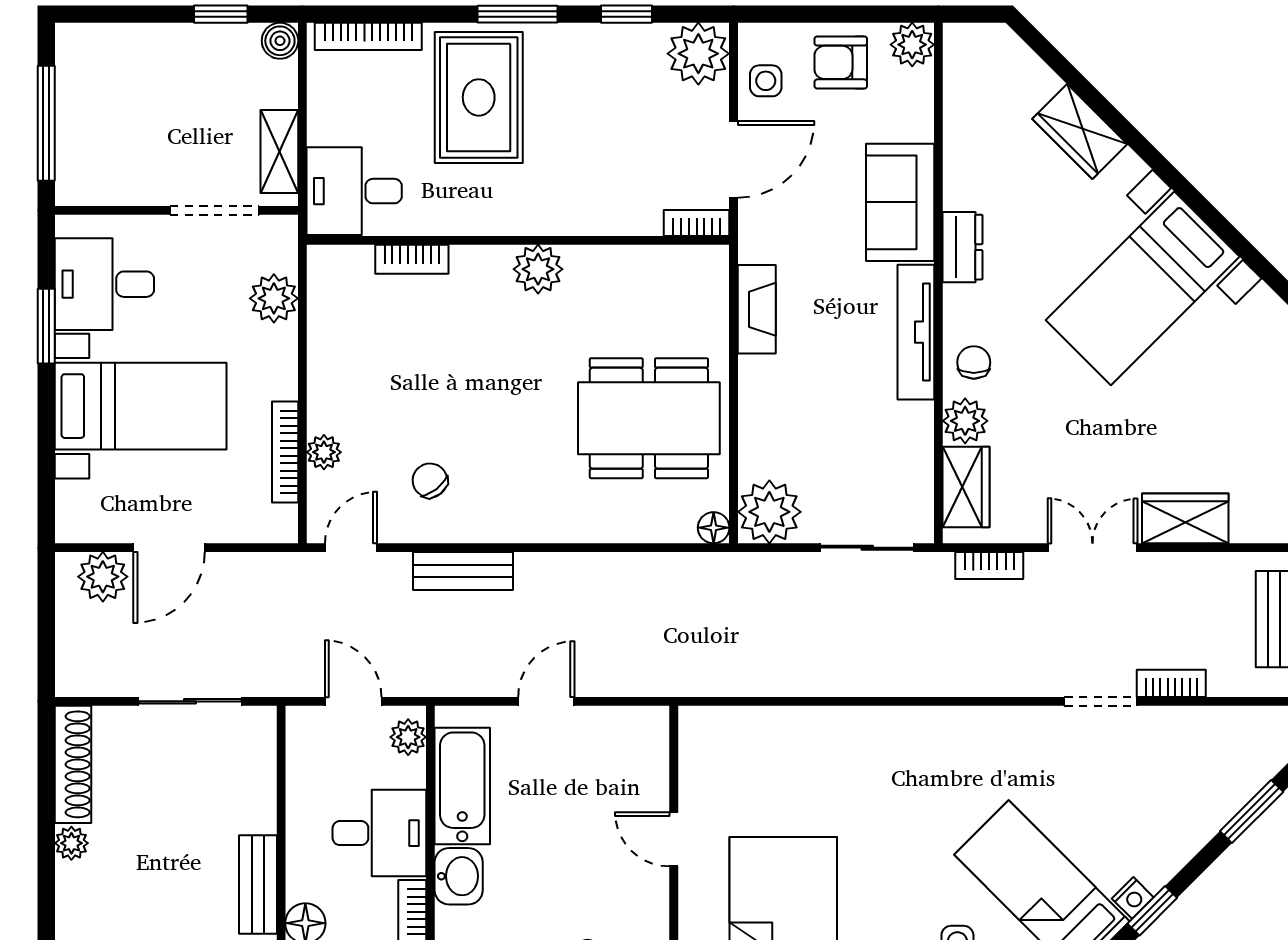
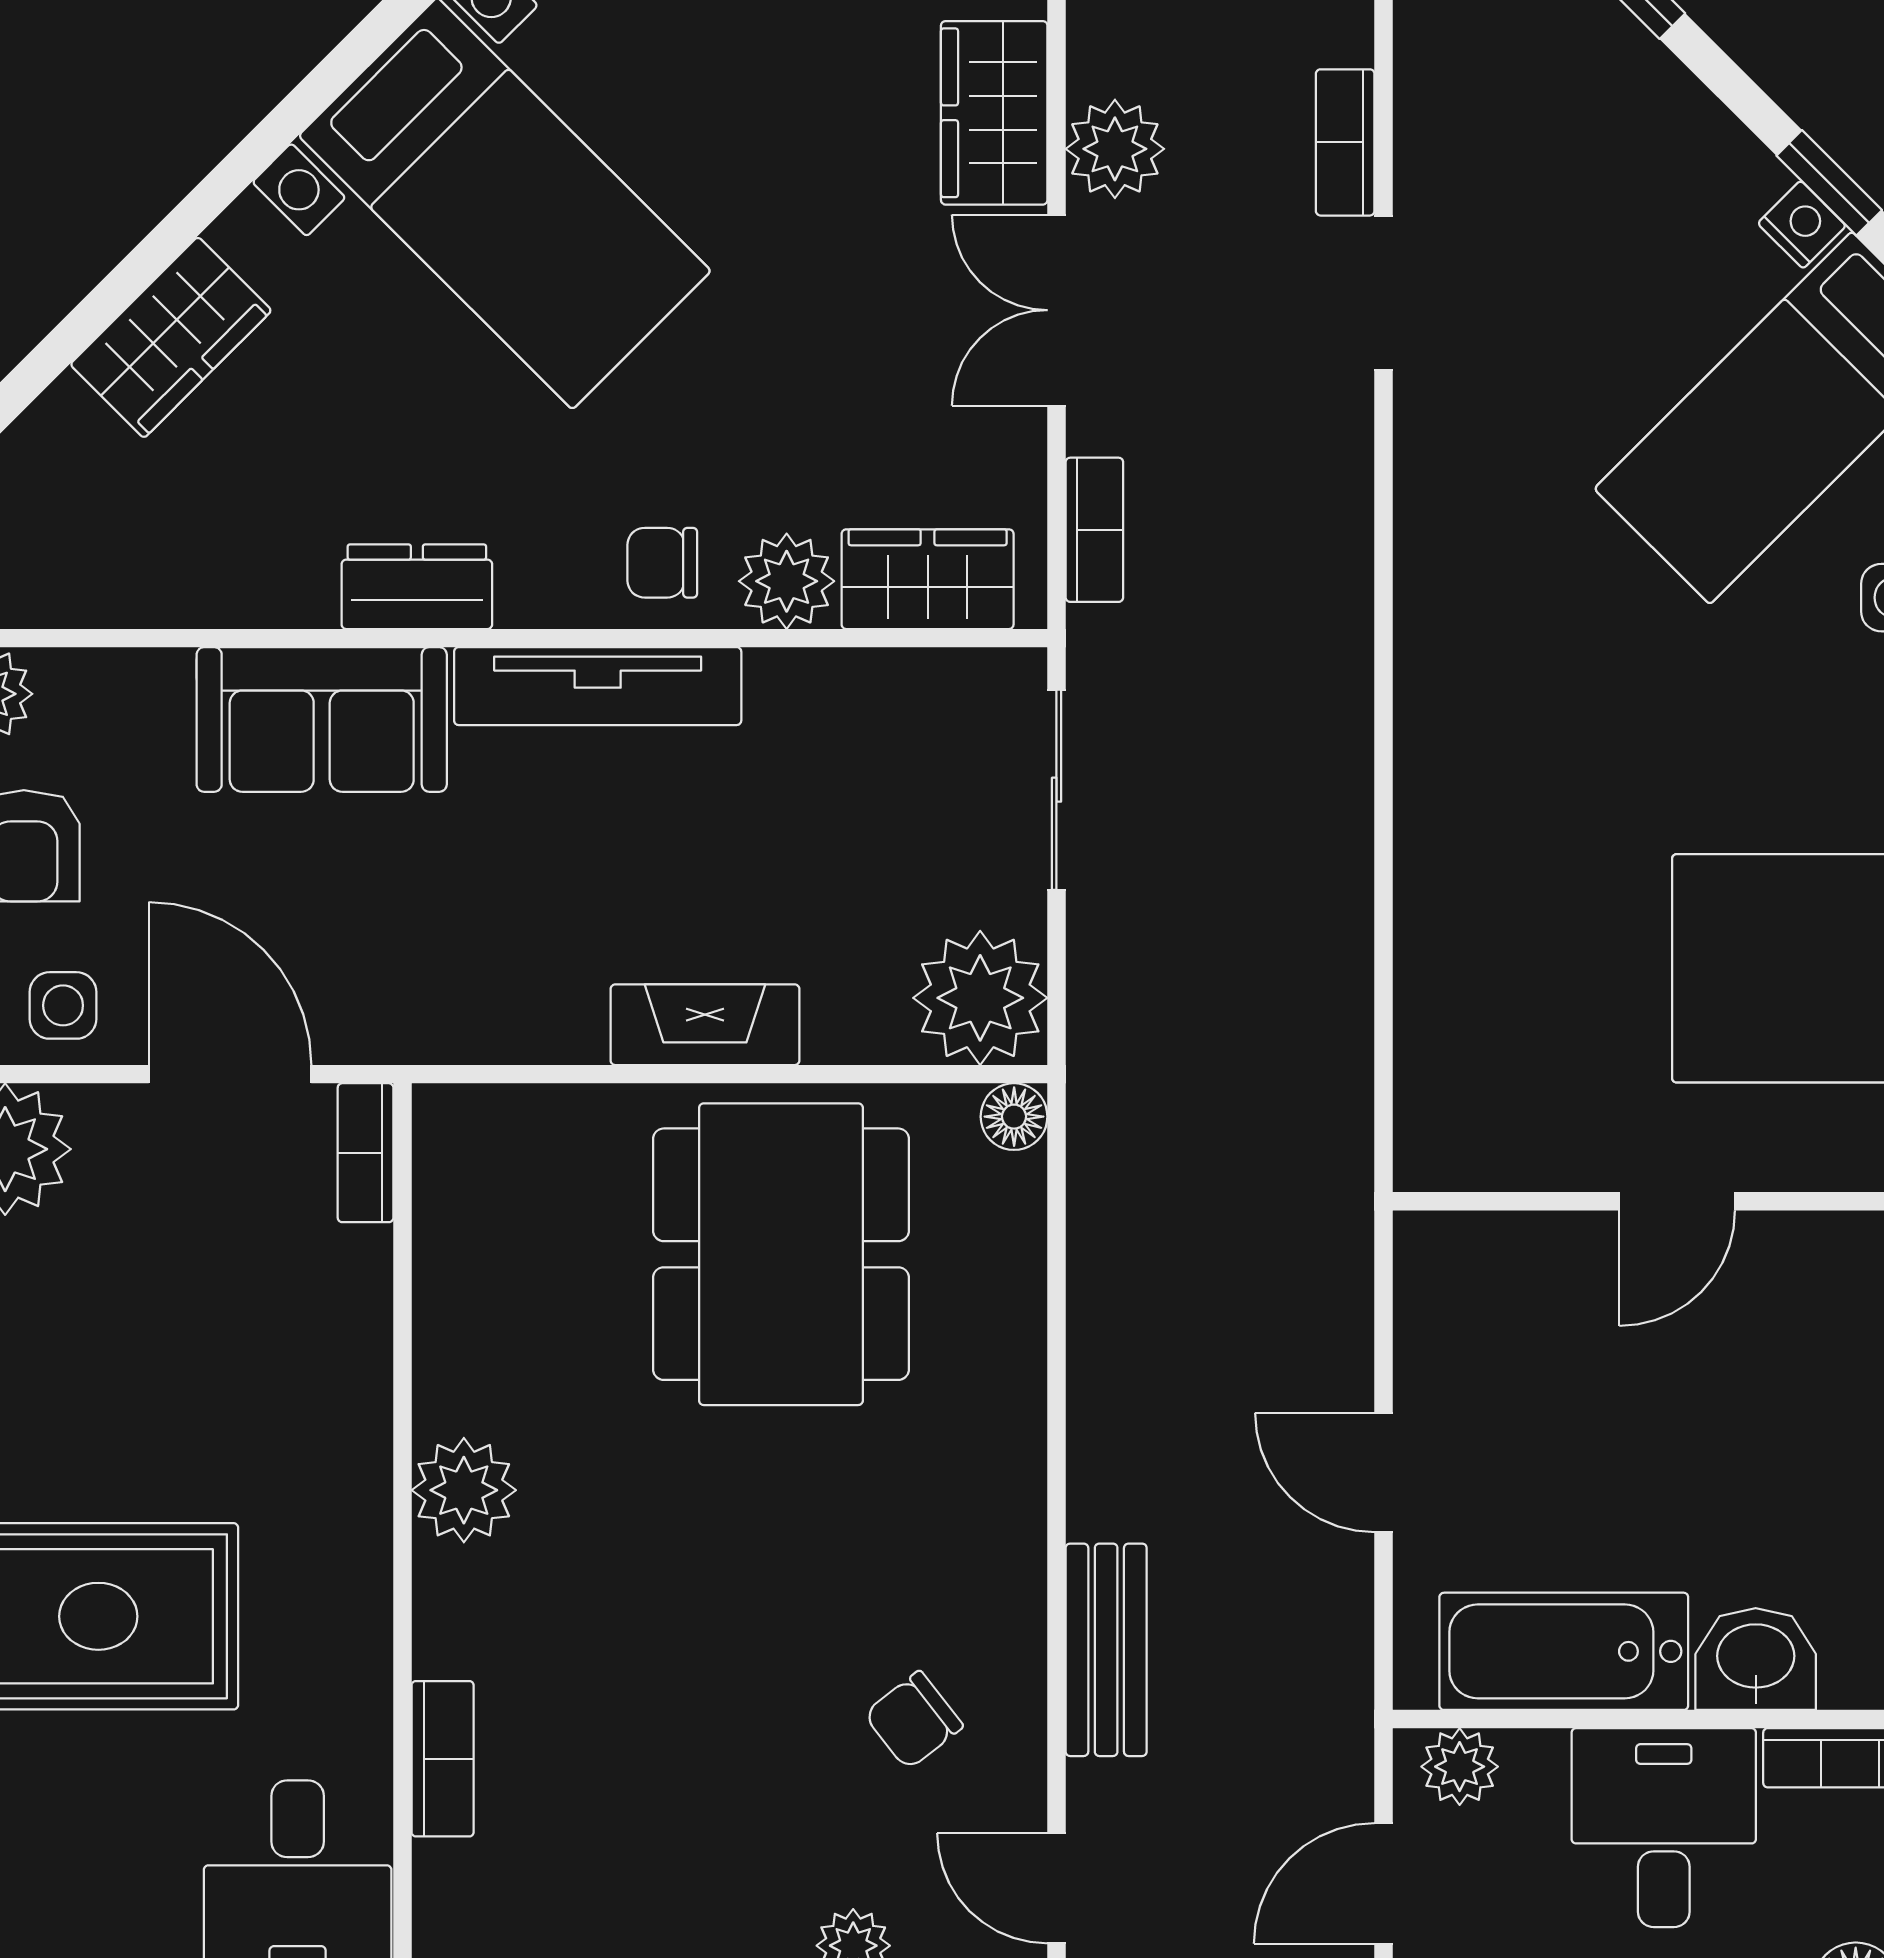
fireplace: (757, 309) -> (705, 1025), moved
plant: (1168, 575) -> (1115, 149), added

